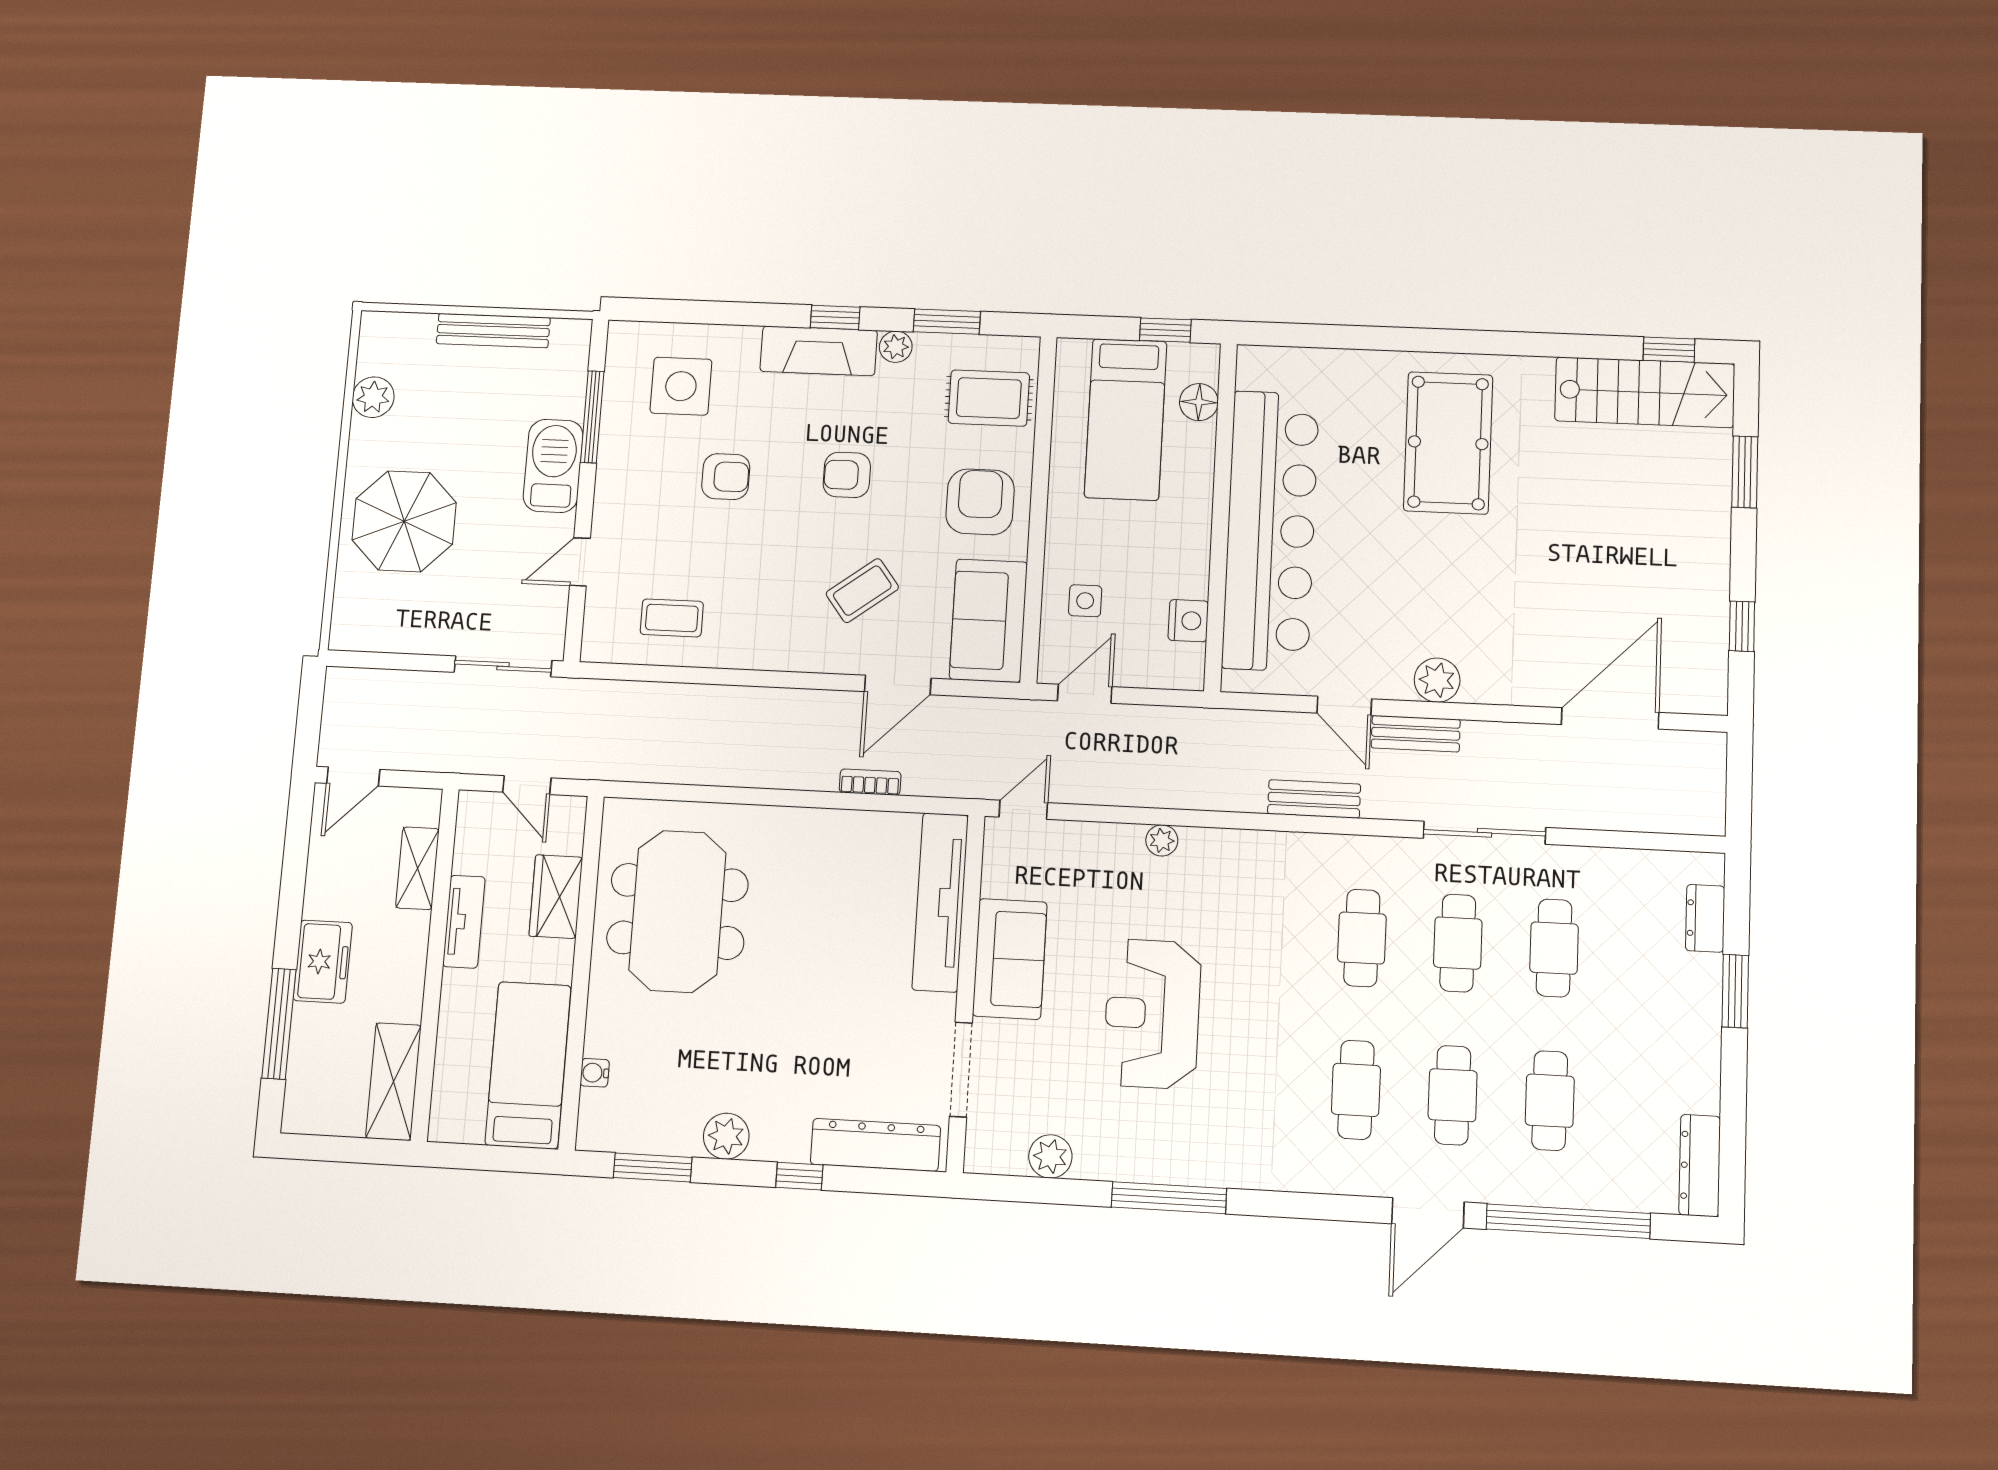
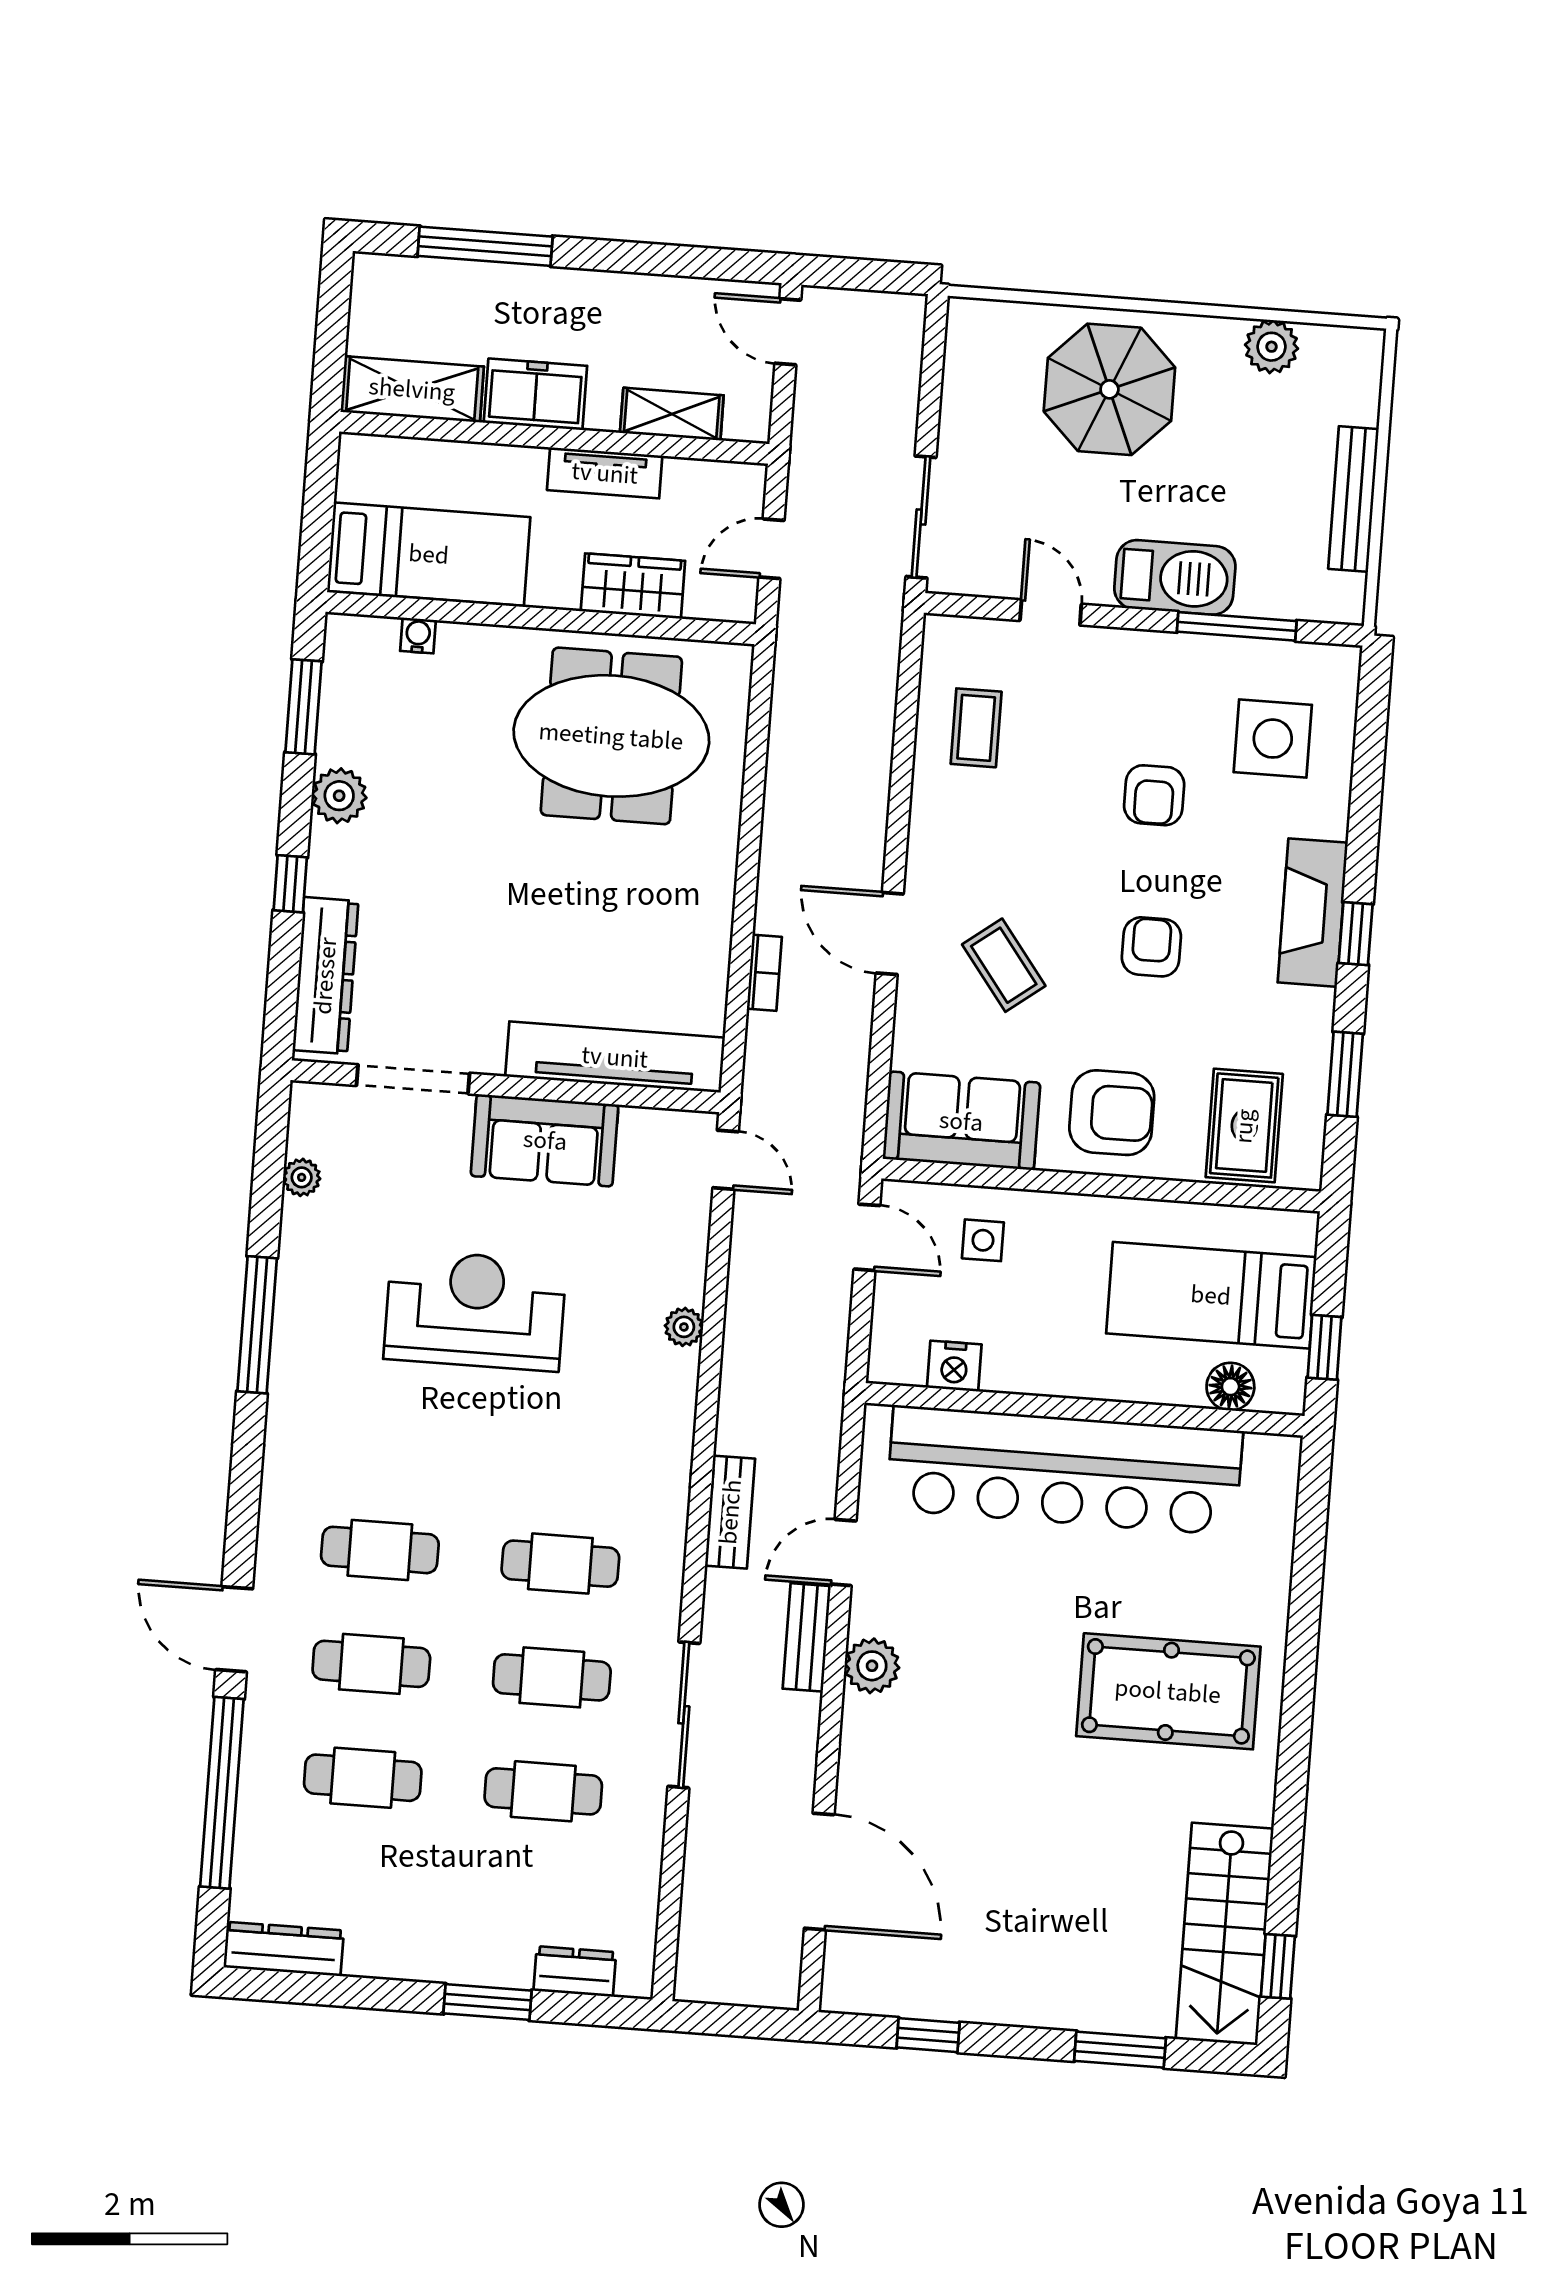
plant: (896, 347) -> (1315, 1010), removed
door: (898, 685) -> (890, 934), moved
freezer: (323, 962) -> (535, 394), moved, turned 180
plant: (1050, 1156) -> (302, 1177), width x0.73, depth x0.73

